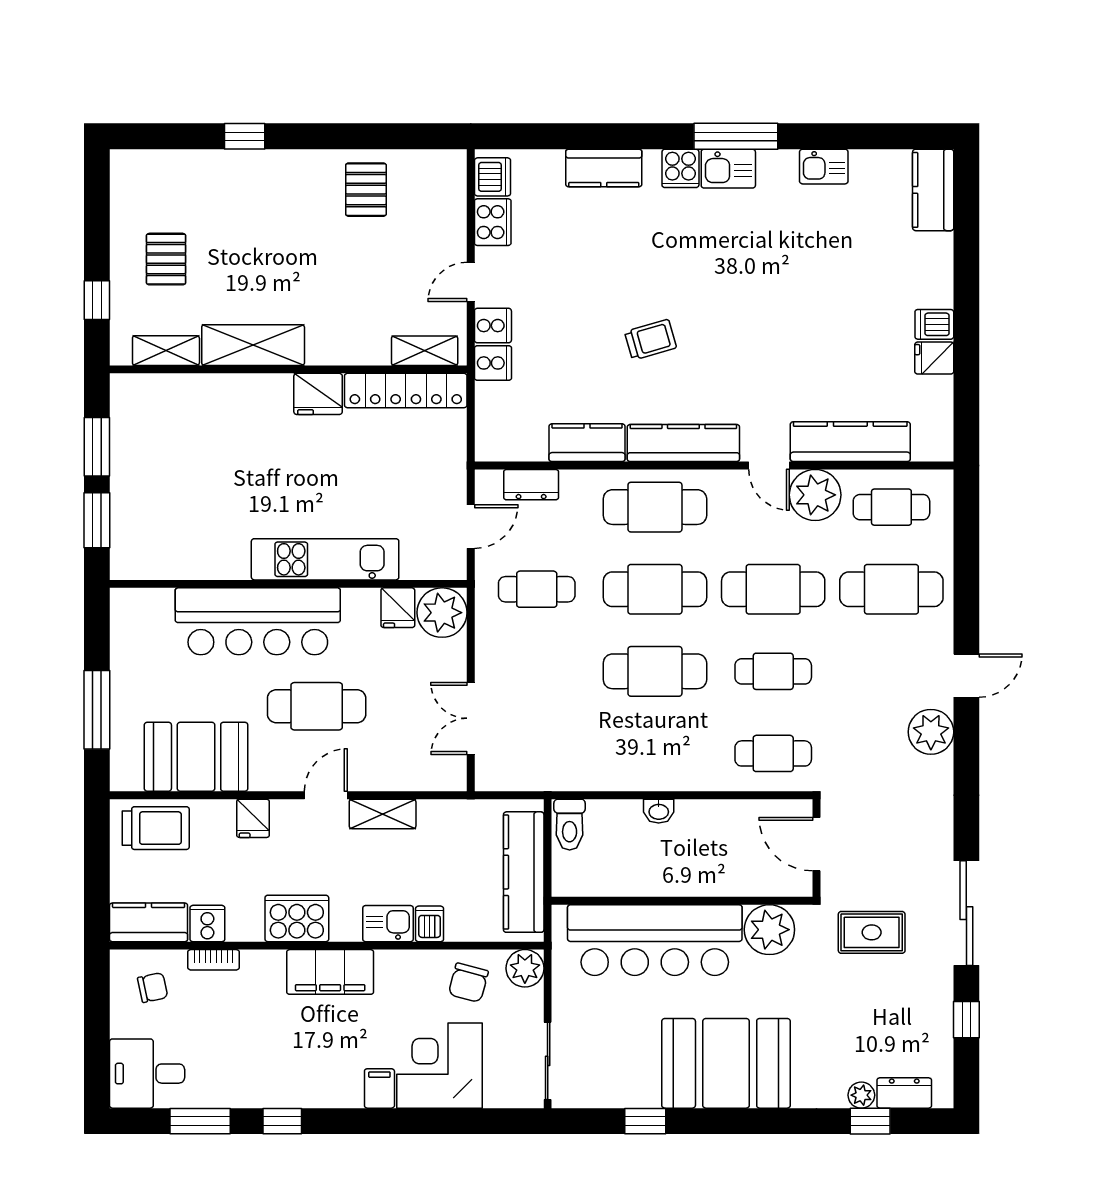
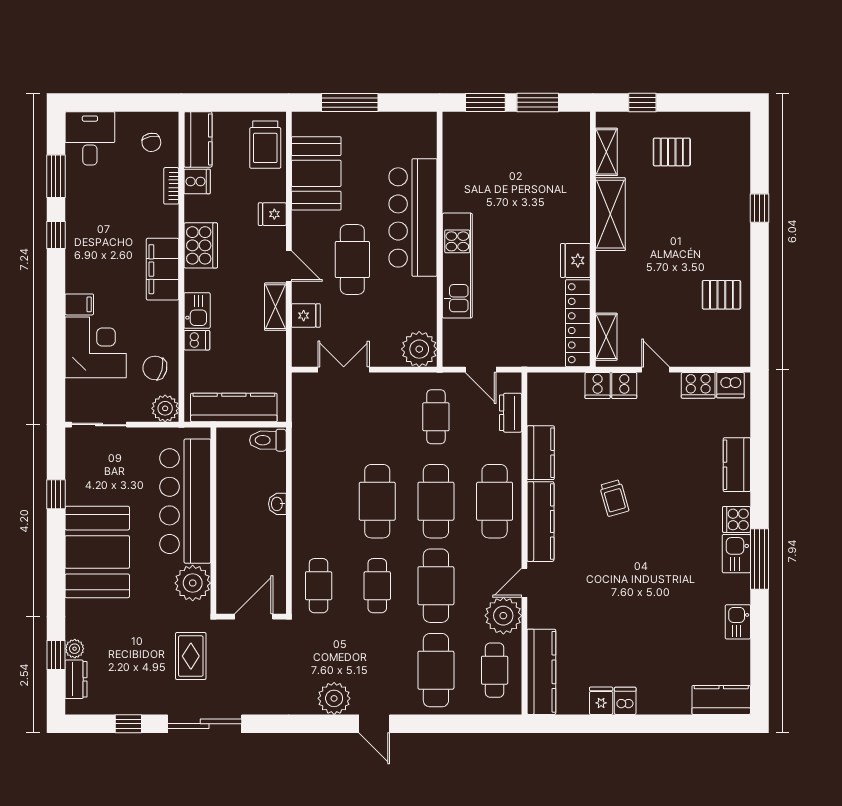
kitchen counter: (850, 442) -> (541, 672), moved
fridge: (398, 608) -> (306, 316), moved, turned 180

